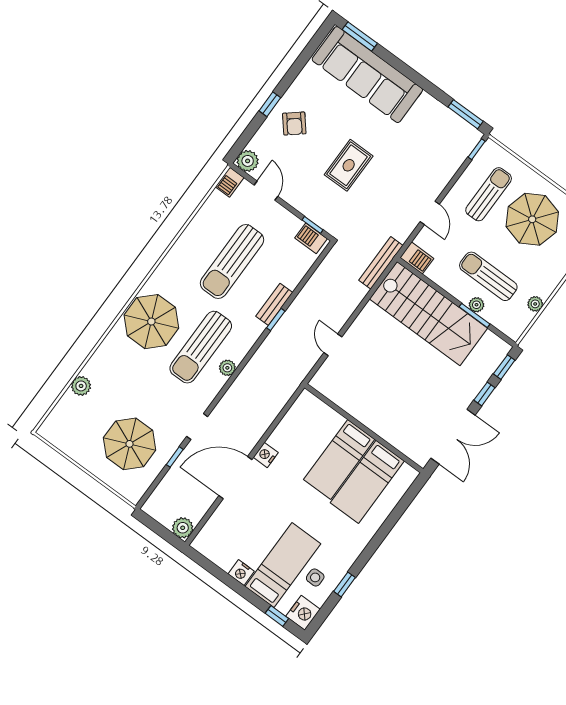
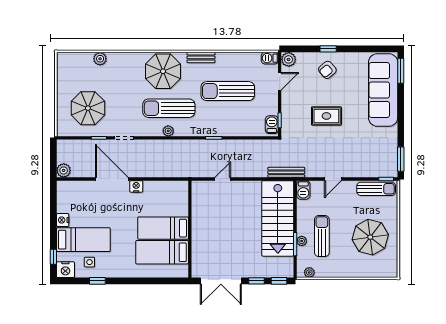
sun lounger: (489, 194) -> (376, 189), moved
bench: (274, 304) -> (201, 57), moved
plant: (535, 304) -> (309, 272), moved

